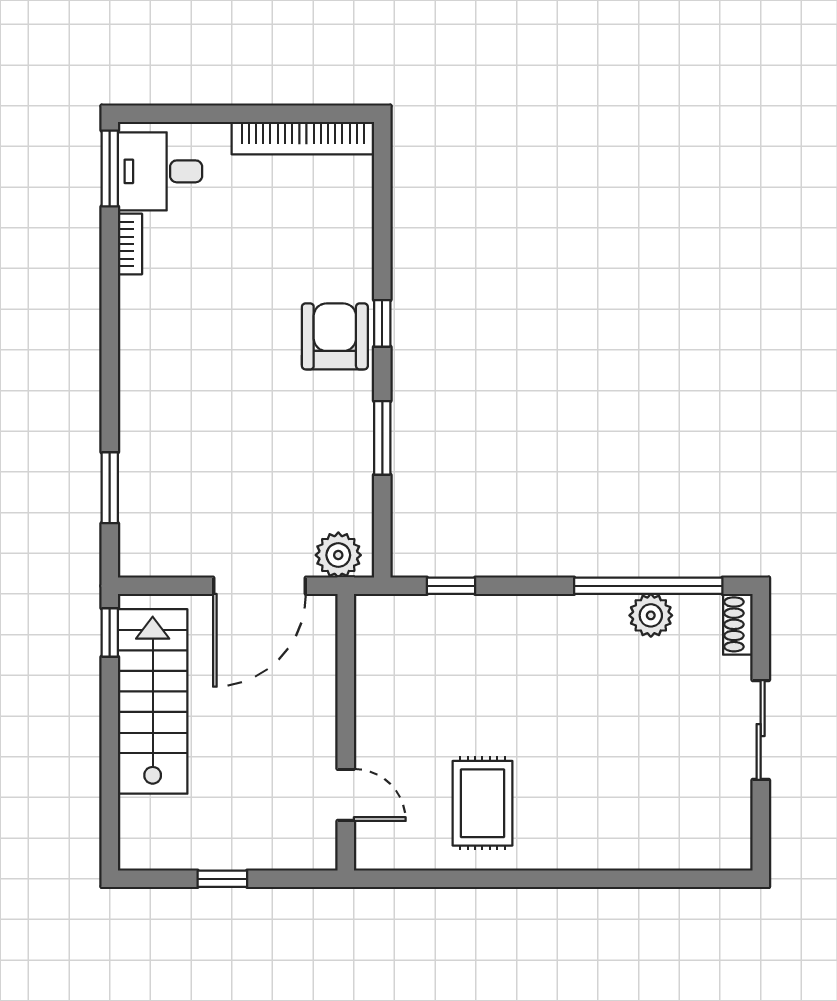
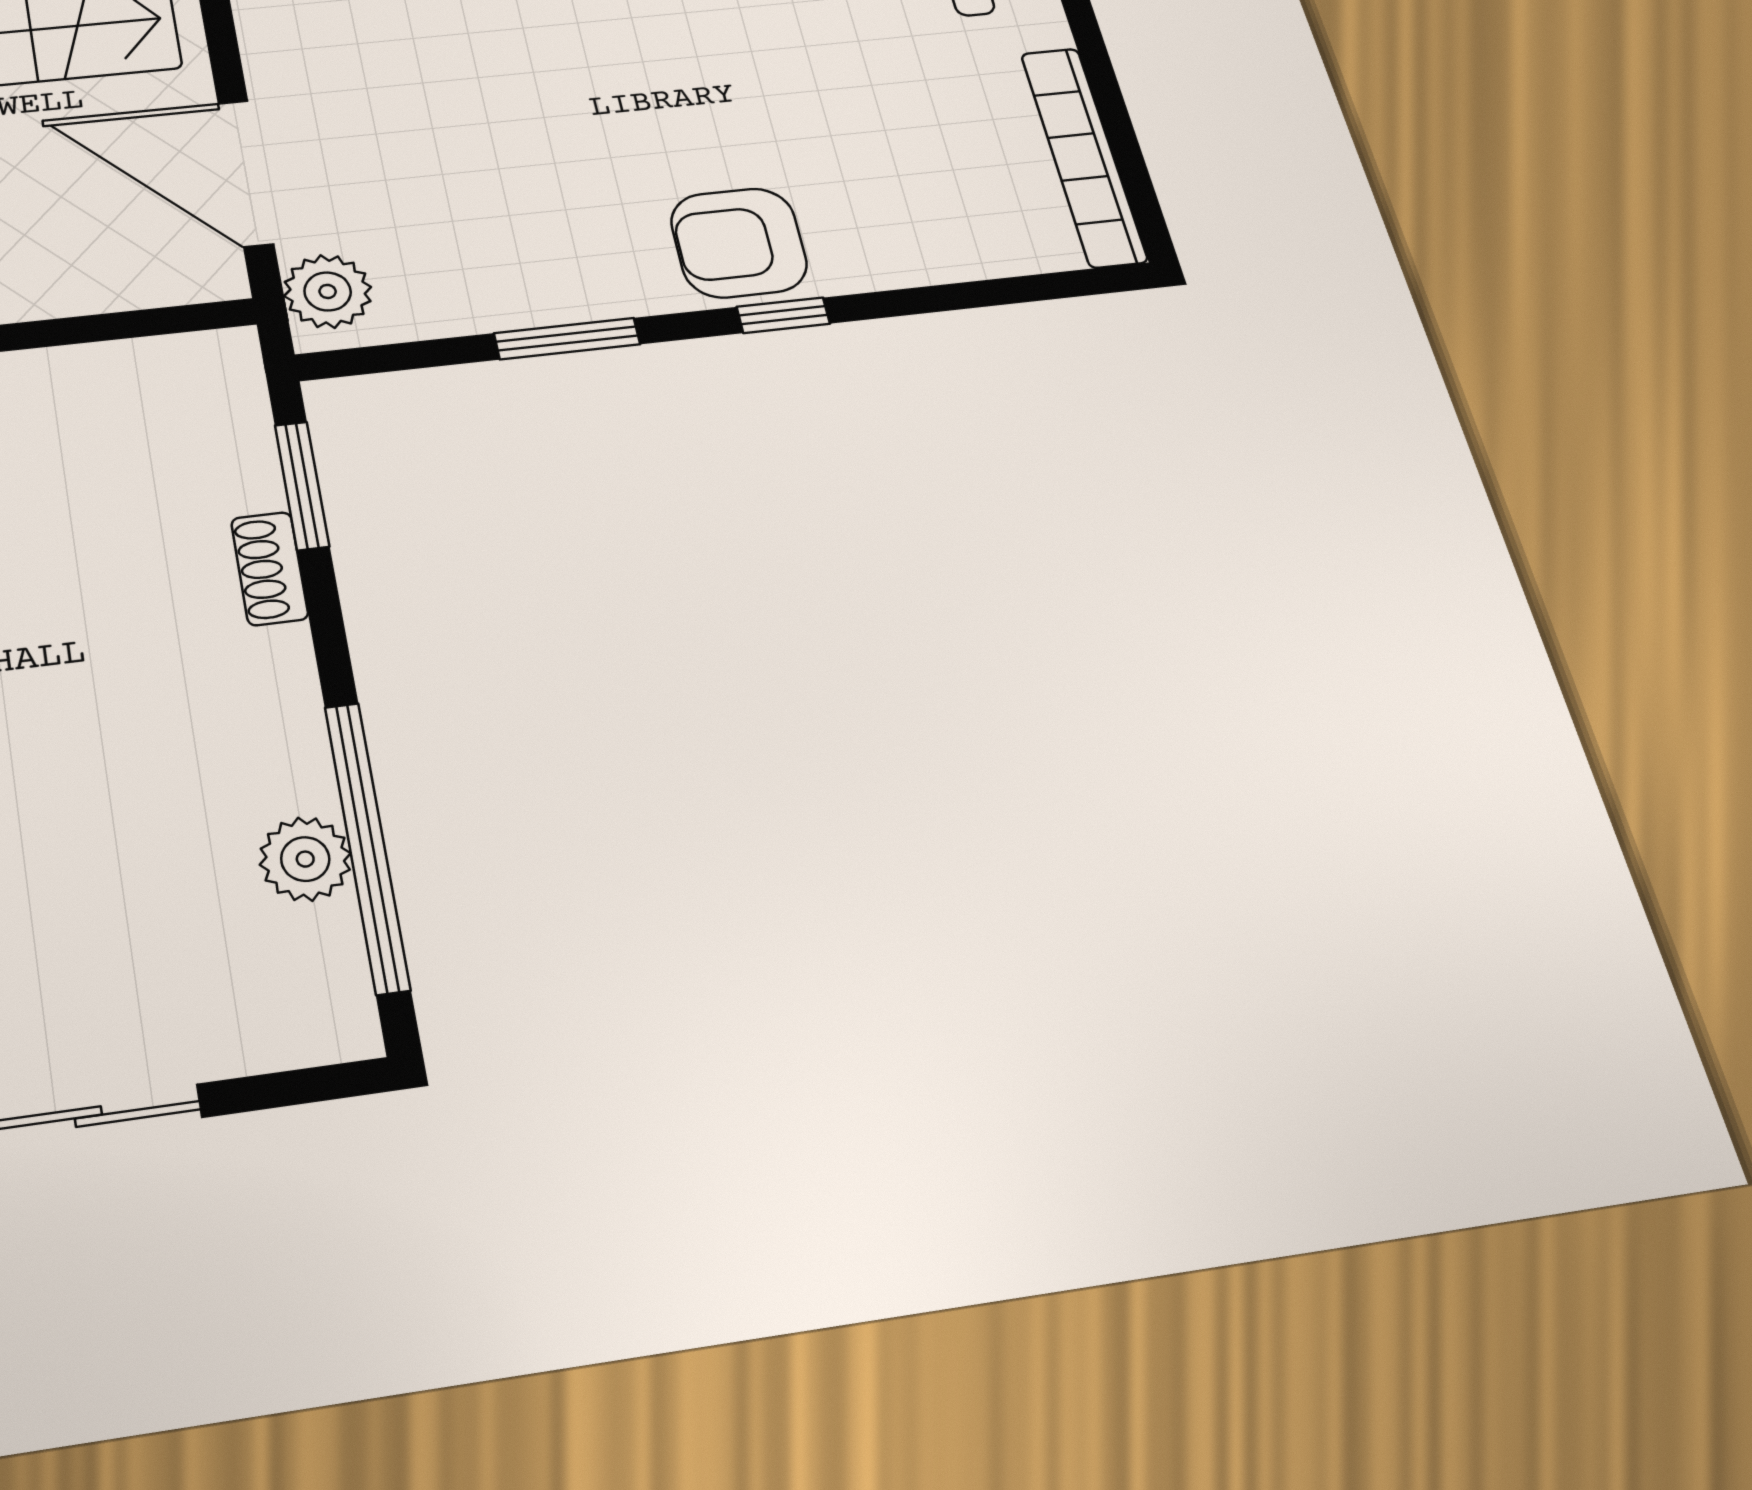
armchair: (335, 336) -> (739, 243), turned 180
window: (451, 586) -> (302, 486), width x1.50
shoe rack: (738, 624) -> (270, 568), moved, turned -90

